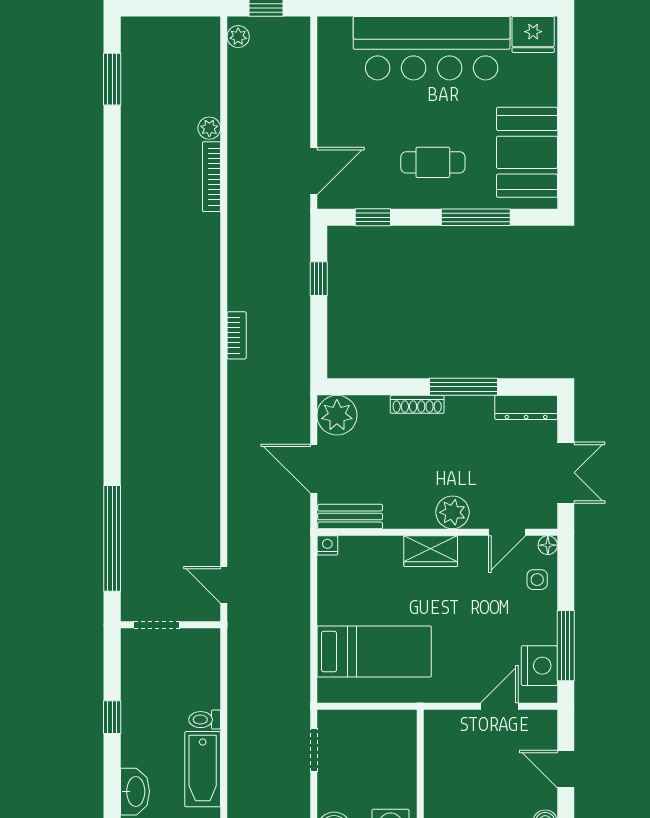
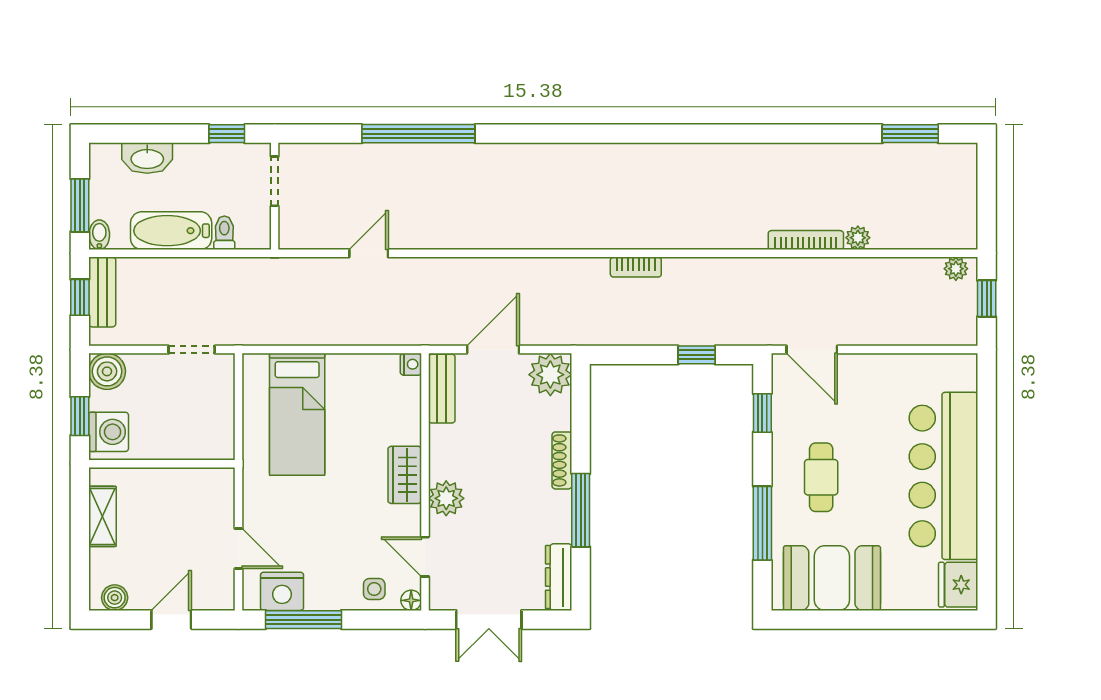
doorway: (157, 625) -> (275, 181), moved
wall: (170, 625) -> (275, 196), moved

